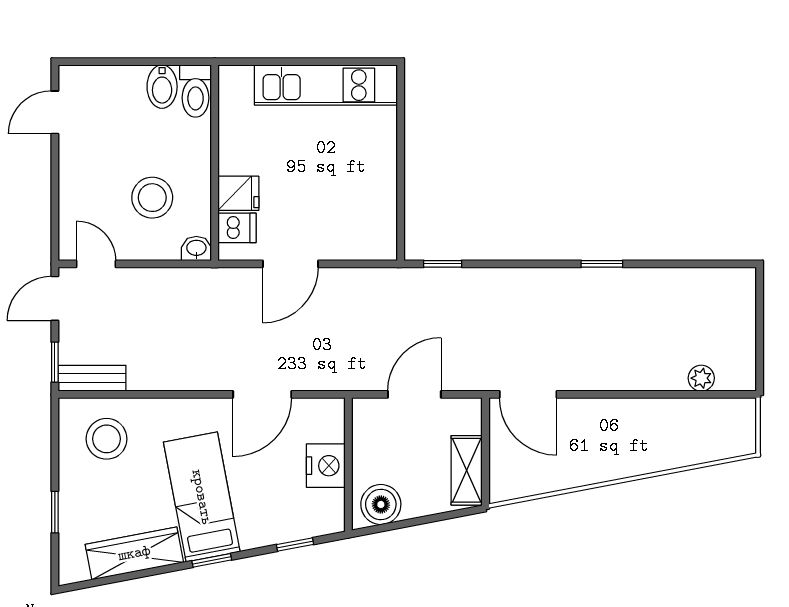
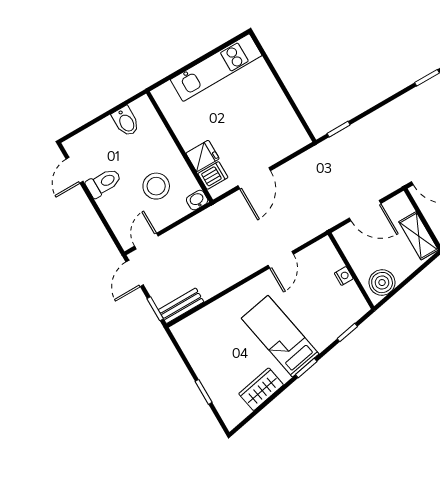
toilet: (196, 91) -> (104, 183), moved, turned -90
door: (96, 264) -> (146, 241), hinge flipped
door: (262, 394) -> (281, 260), width x0.73
door: (414, 394) -> (365, 211), swing flipped
stool: (107, 439) -> (209, 335), removed
nightstand: (326, 466) -> (344, 276), width x0.53, depth x0.56
wardrobe: (134, 553) -> (261, 389), width x0.67

